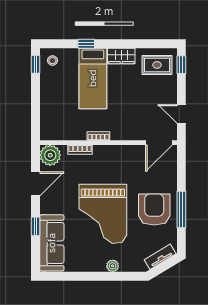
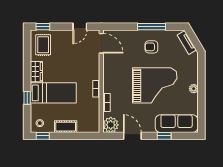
cot: (48, 95) -> (66, 127), added
armchair: (154, 209) -> (151, 47), width x0.53, depth x0.53
plant: (113, 266) -> (194, 89), moved

